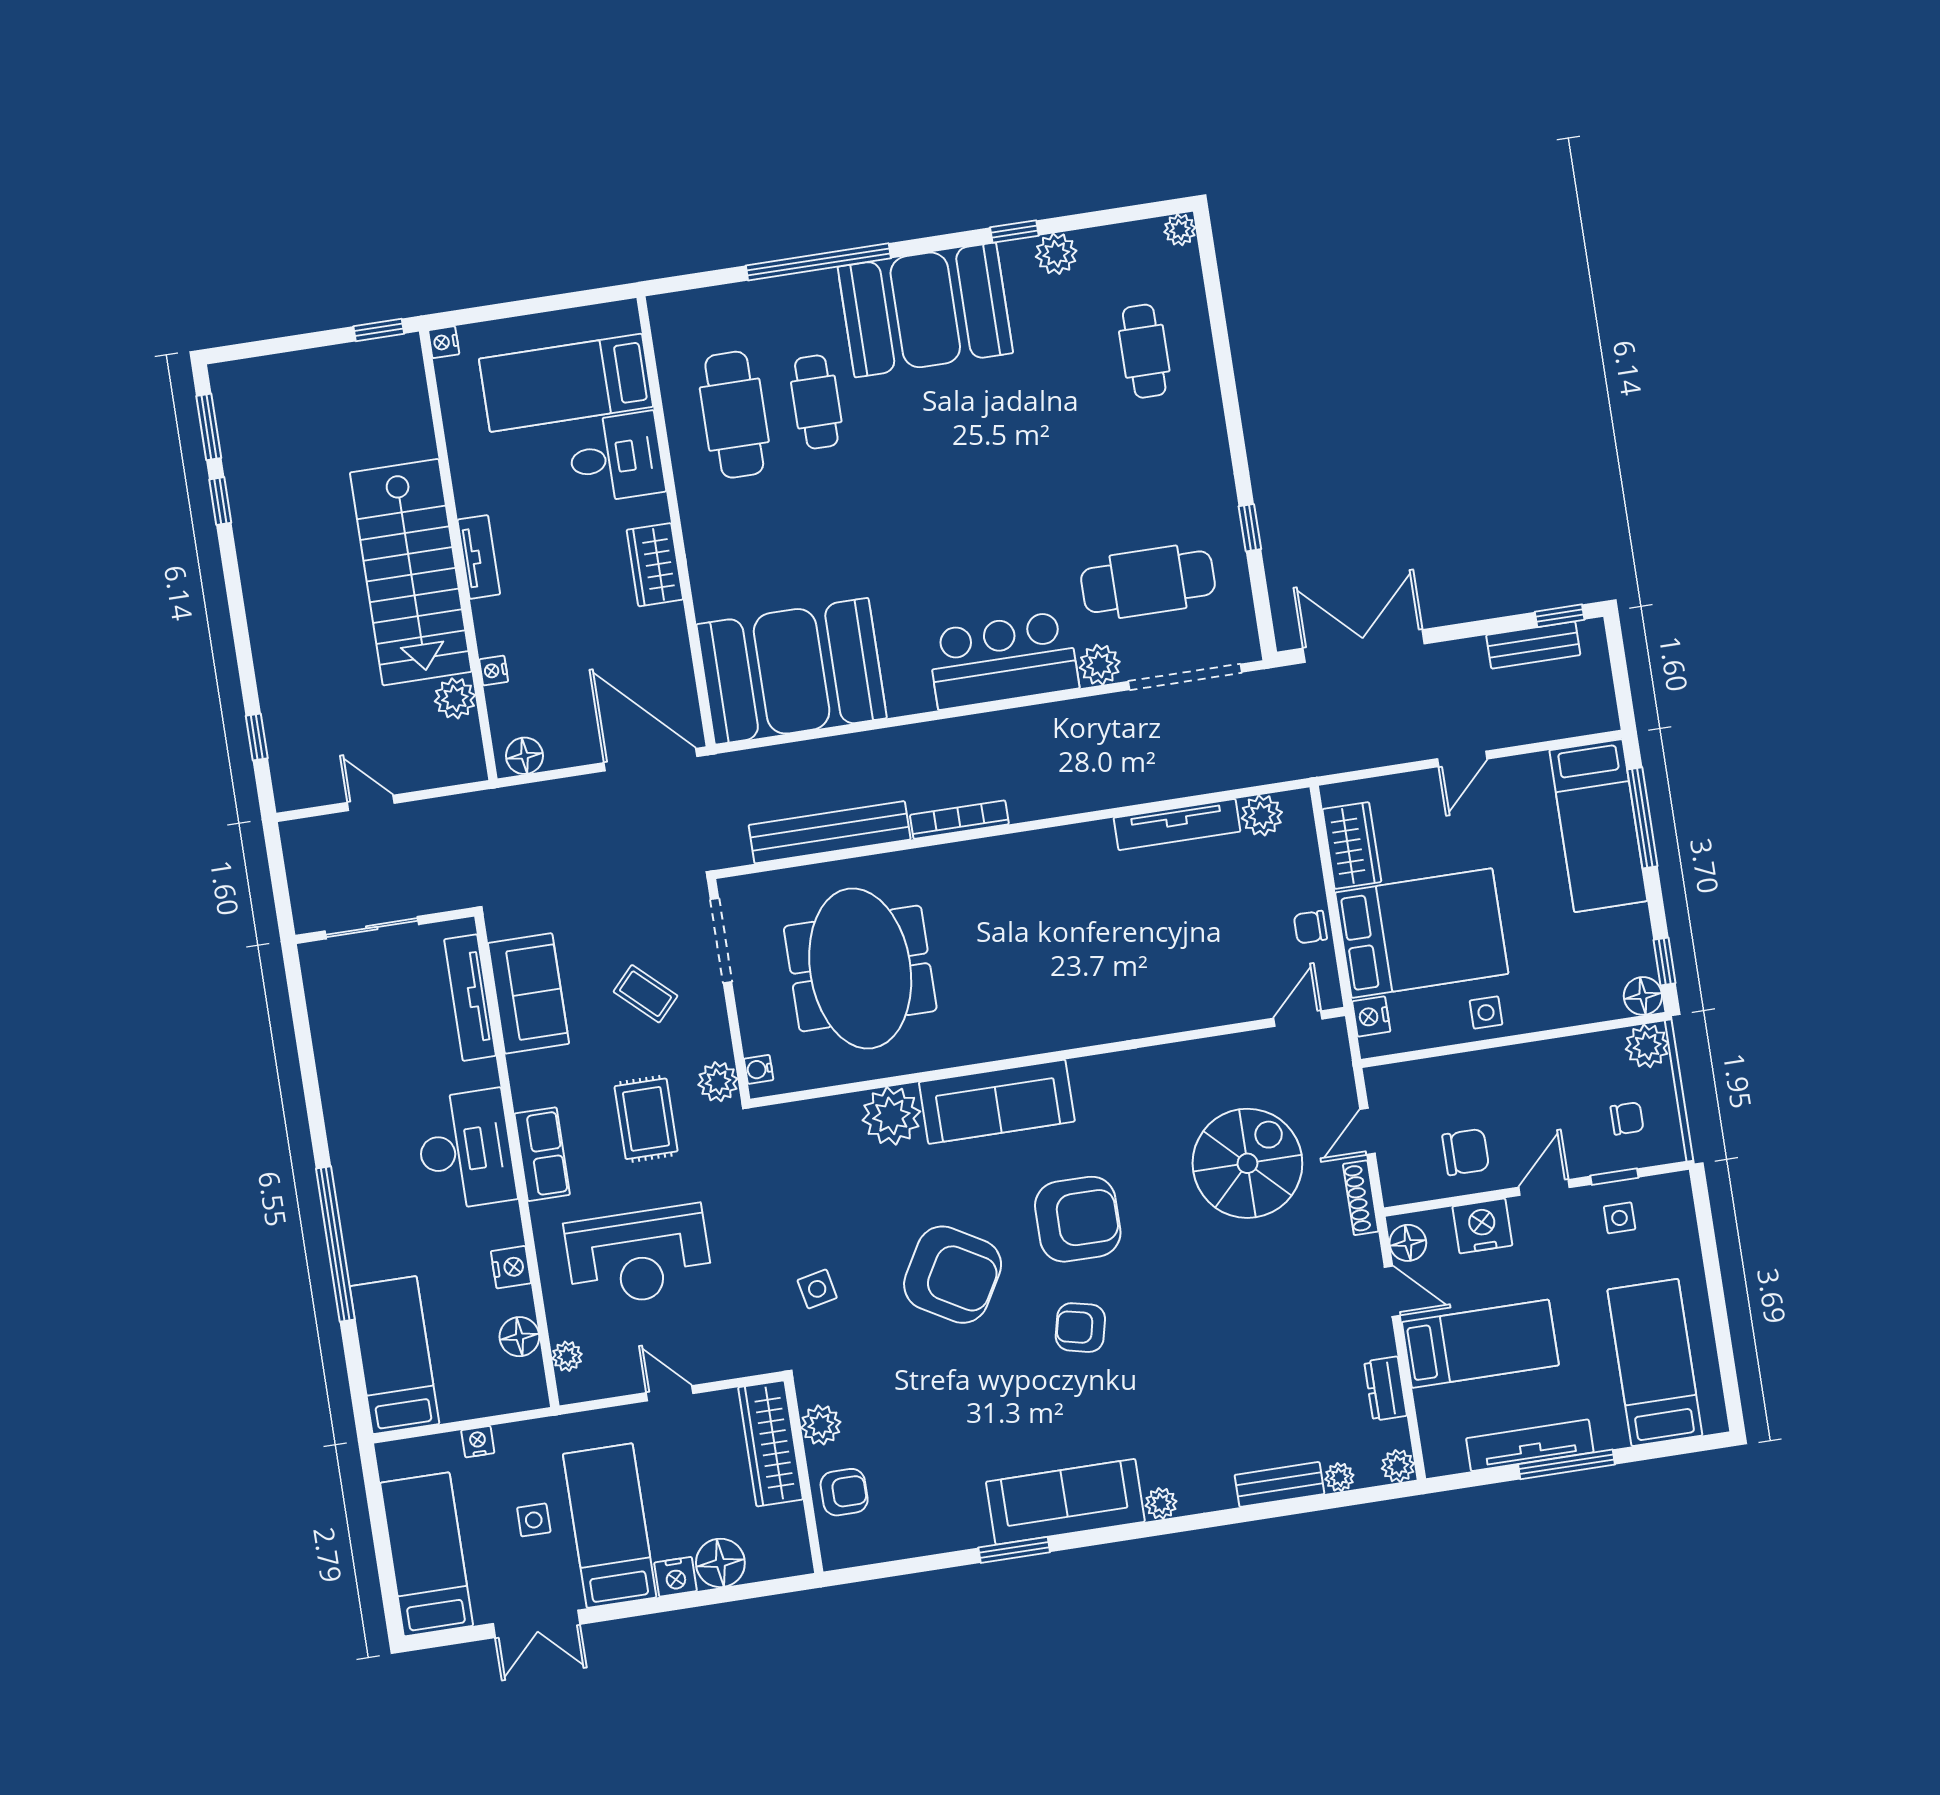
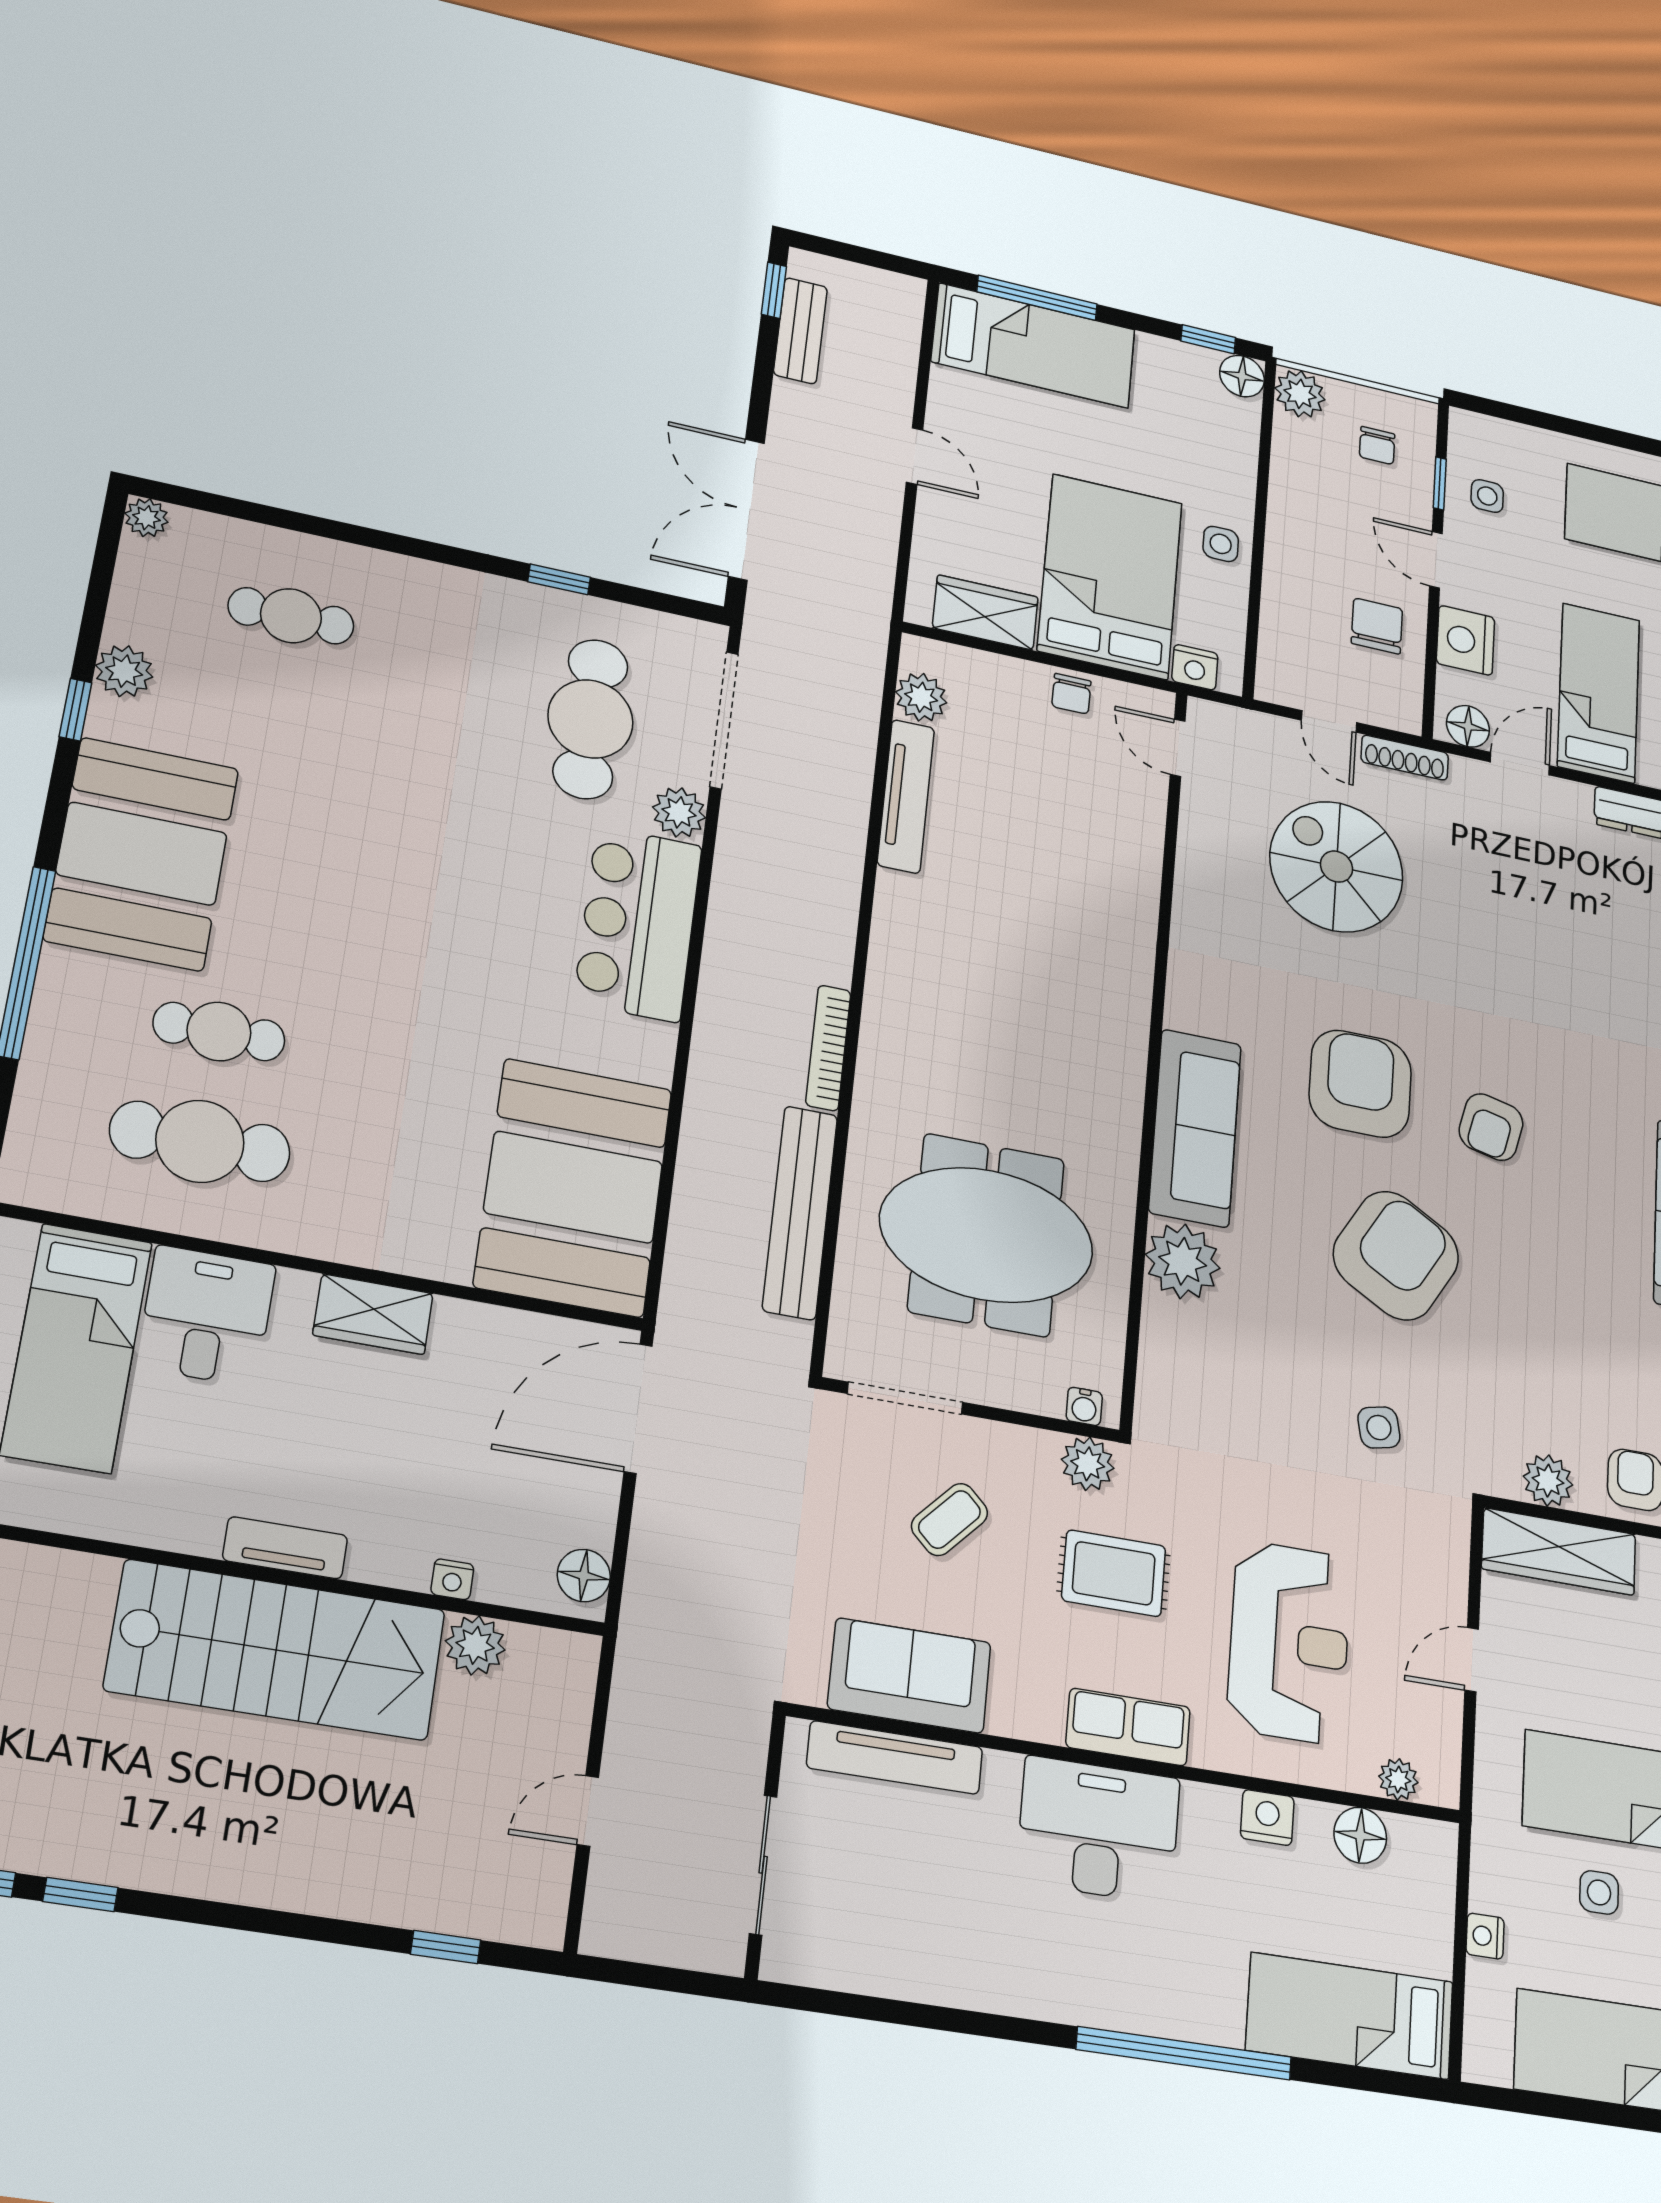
chair: (1627, 1118) -> (1377, 446), turned 180

